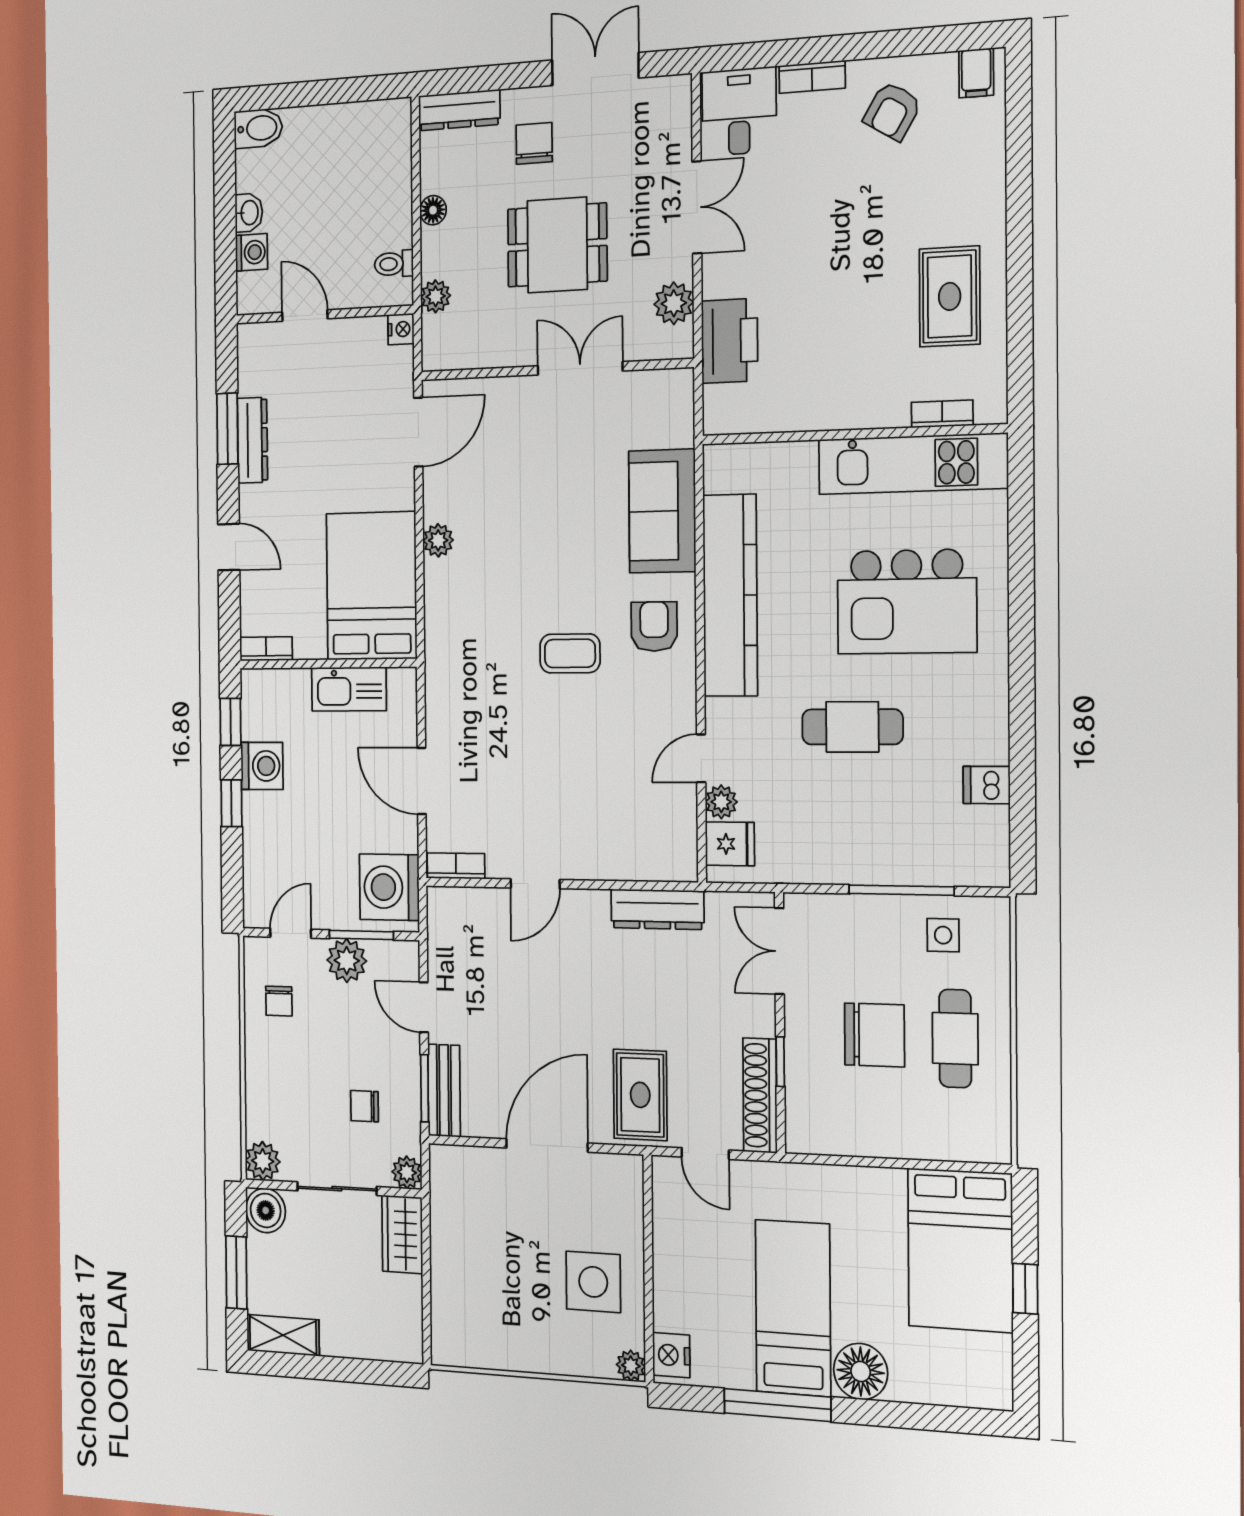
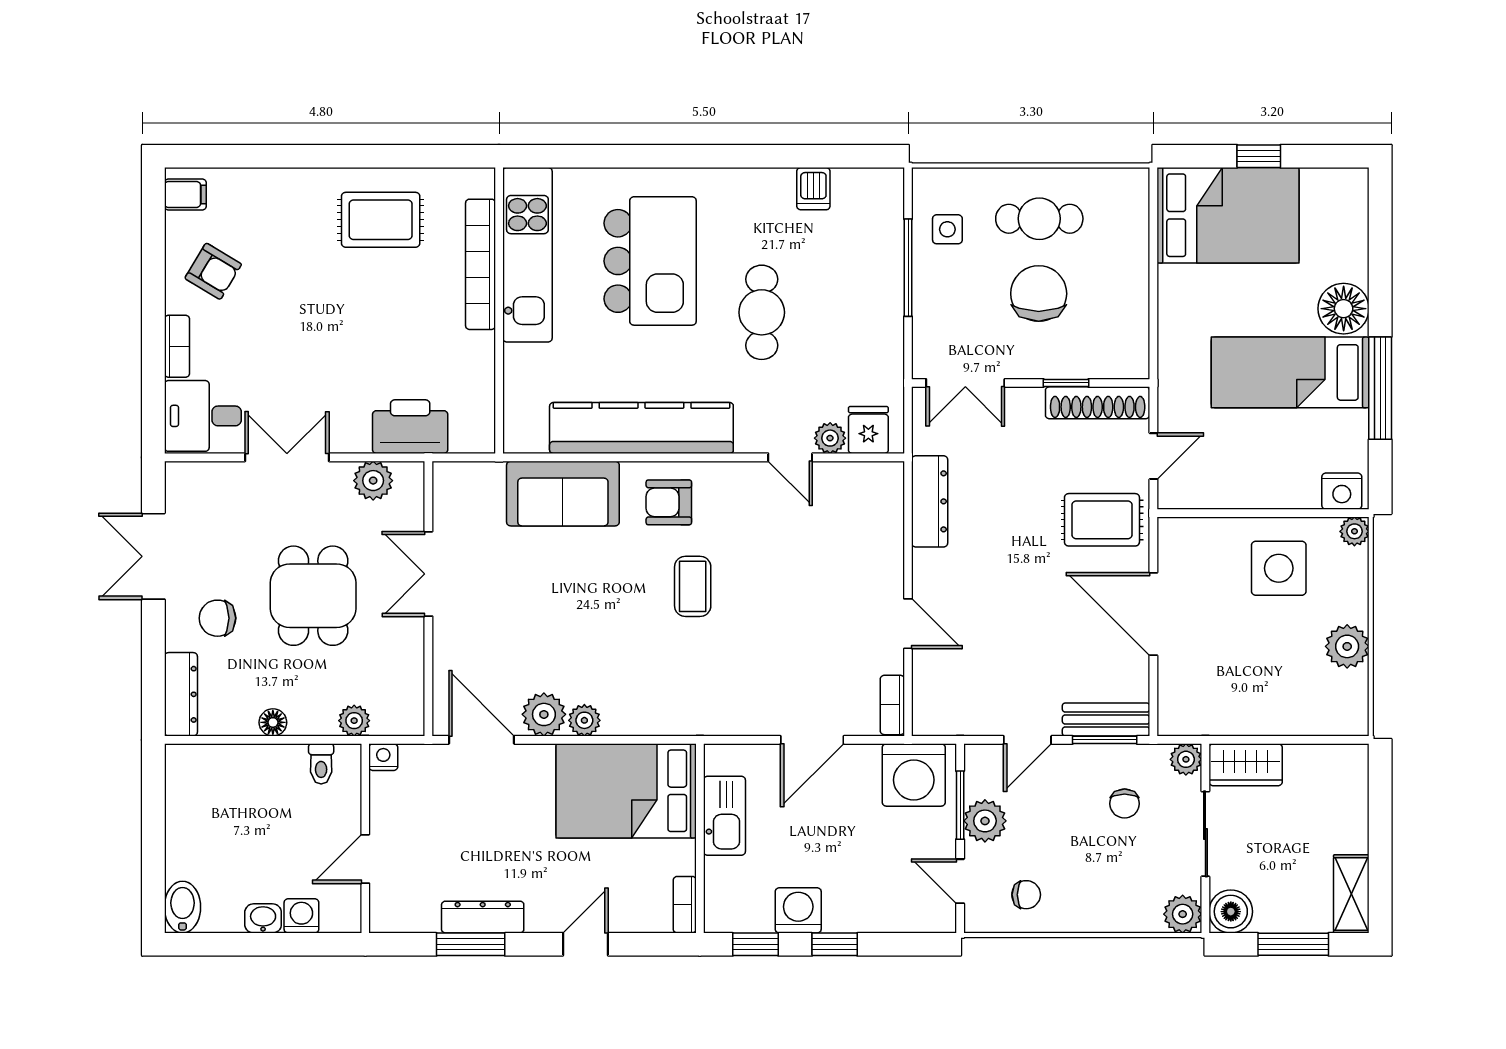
bookcase: (942, 414) -> (481, 264), width x2.31, depth x1.31
plant: (443, 497) -> (544, 714), added
plant: (517, 1349) -> (1347, 646), added

